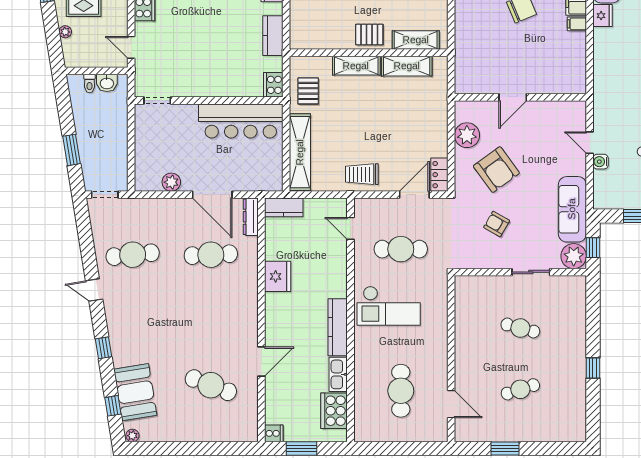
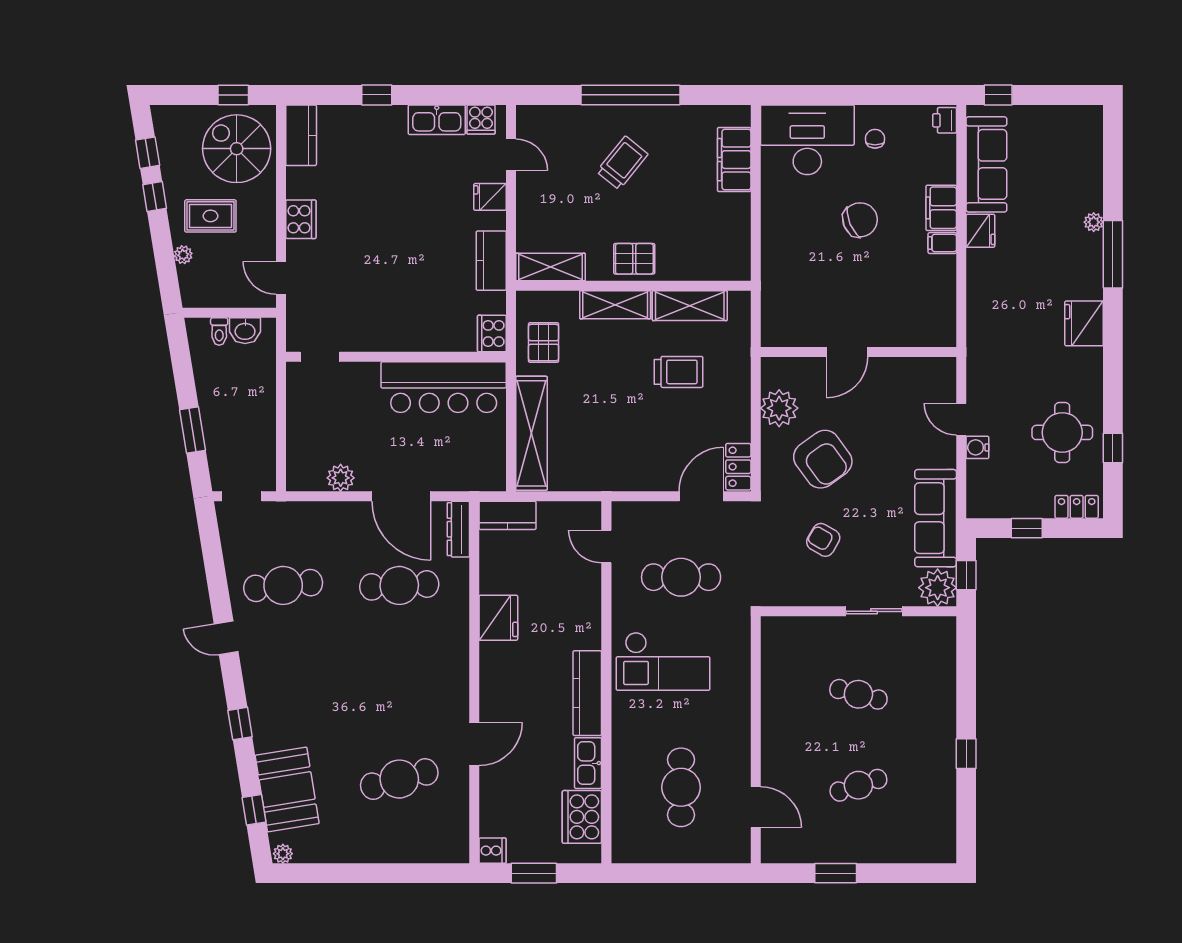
shelving: (416, 40) -> (551, 267), moved
trolley: (362, 174) -> (679, 372), moved, turned 180
cafe table: (211, 385) -> (399, 779), turned -36

